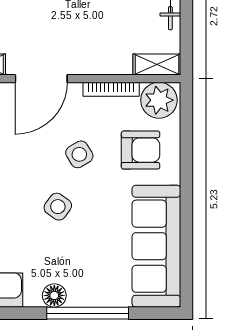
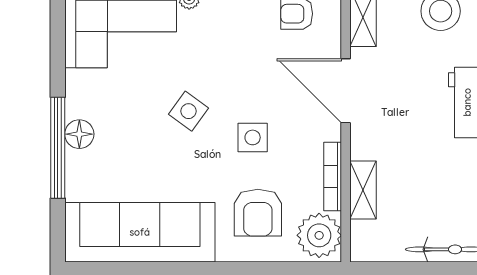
shelving: (157, 64) -> (363, 190), moved
side table: (79, 154) -> (253, 137), turned 31
floor lamp: (54, 295) -> (79, 134), moved

